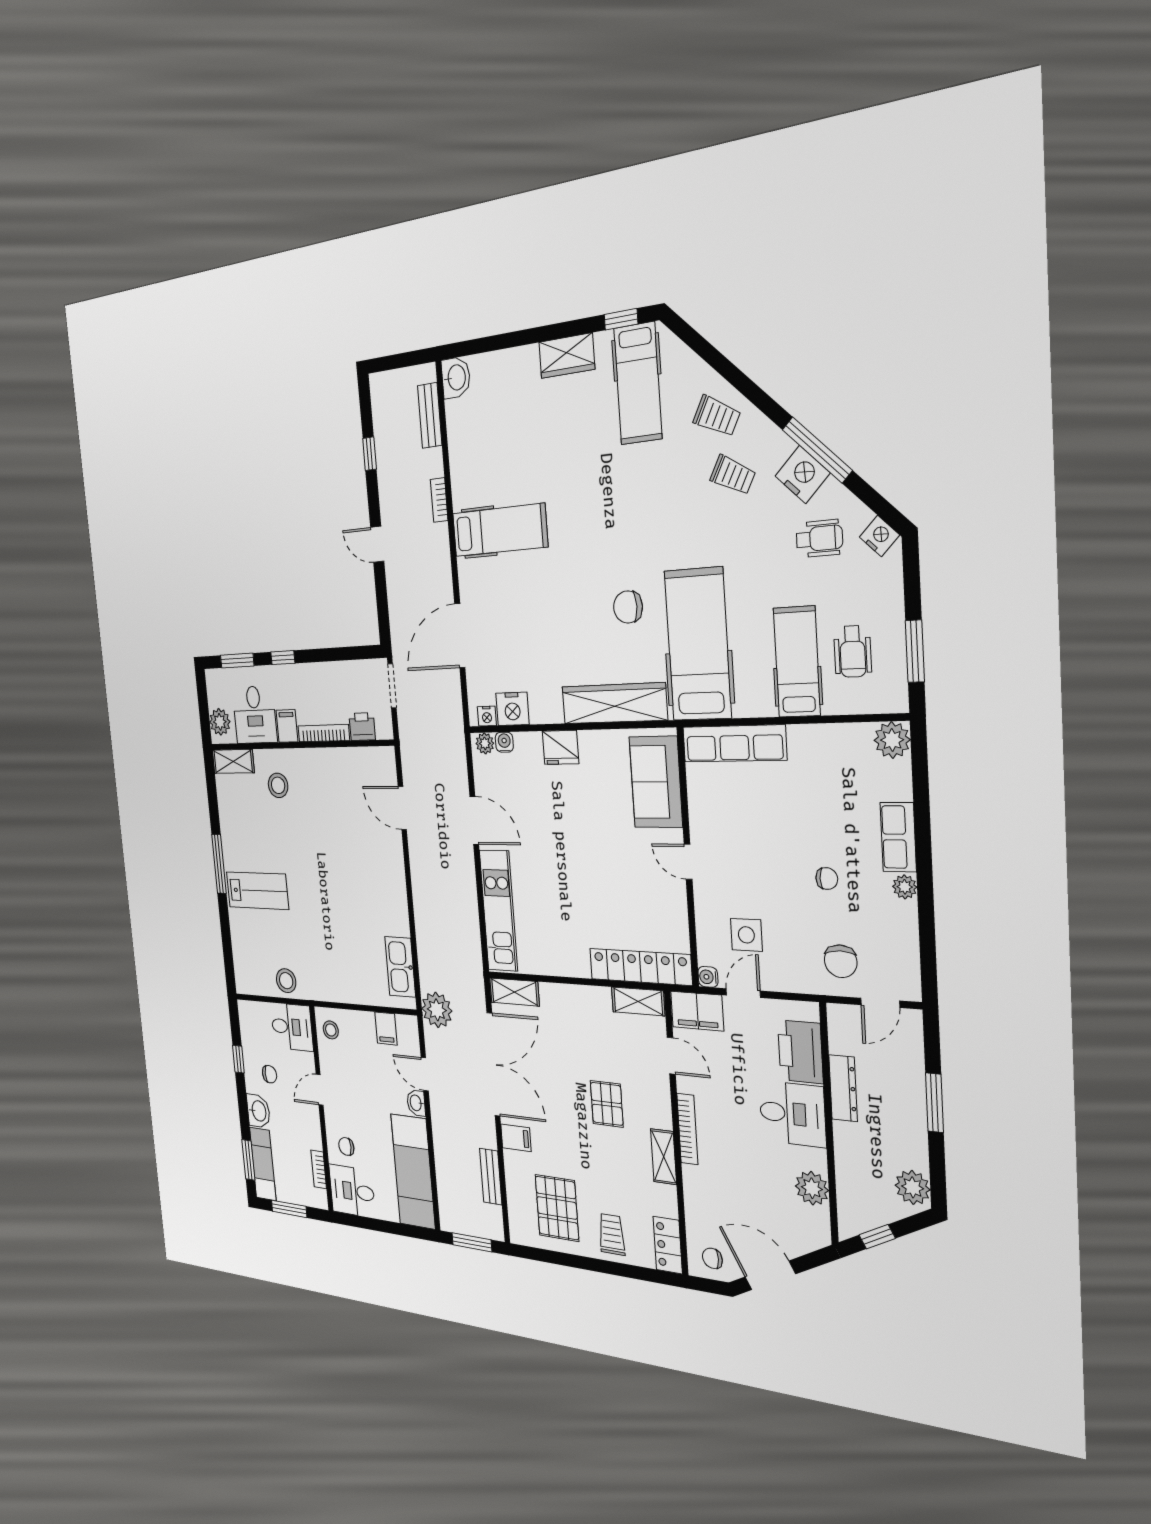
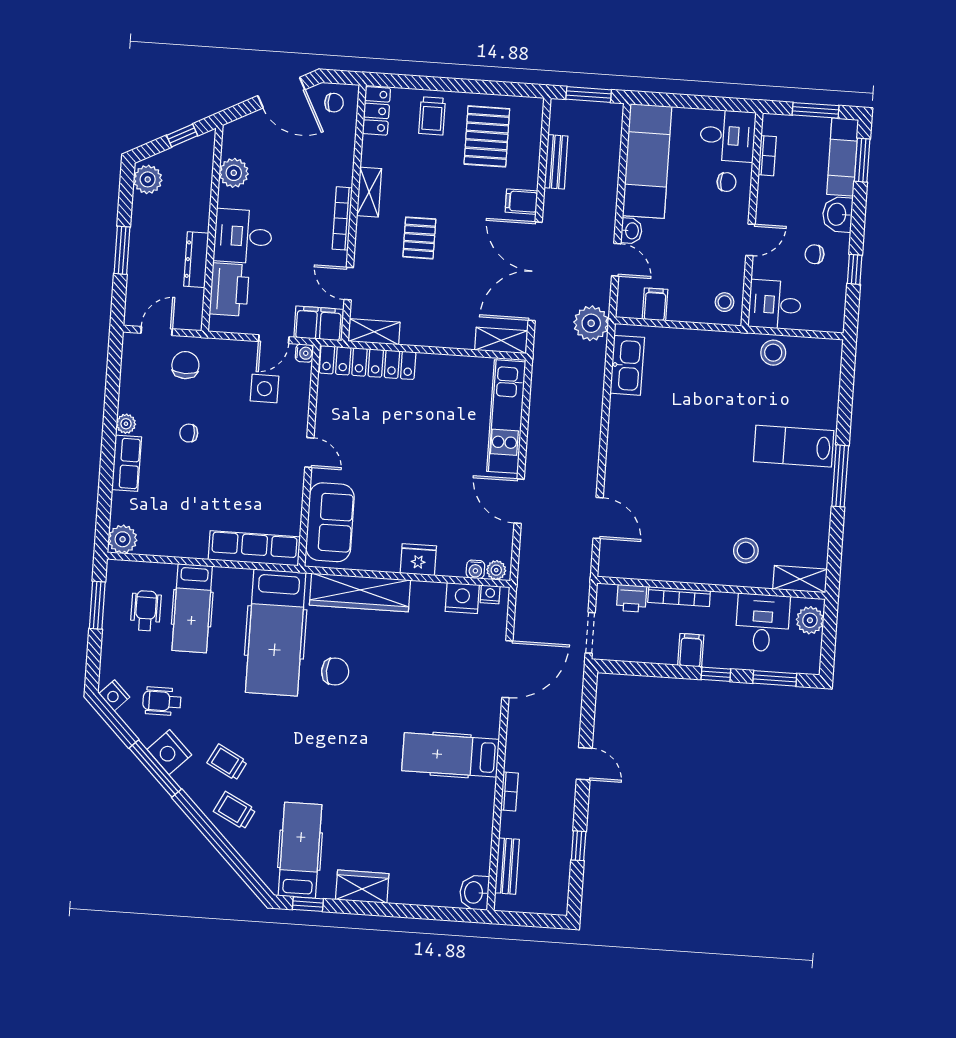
filing cabinet: (287, 726) -> (691, 650), moved, turned 180

